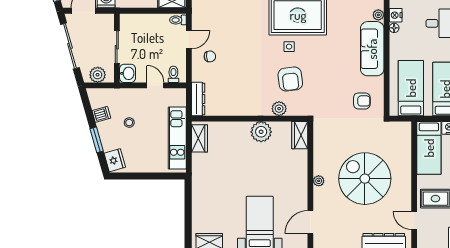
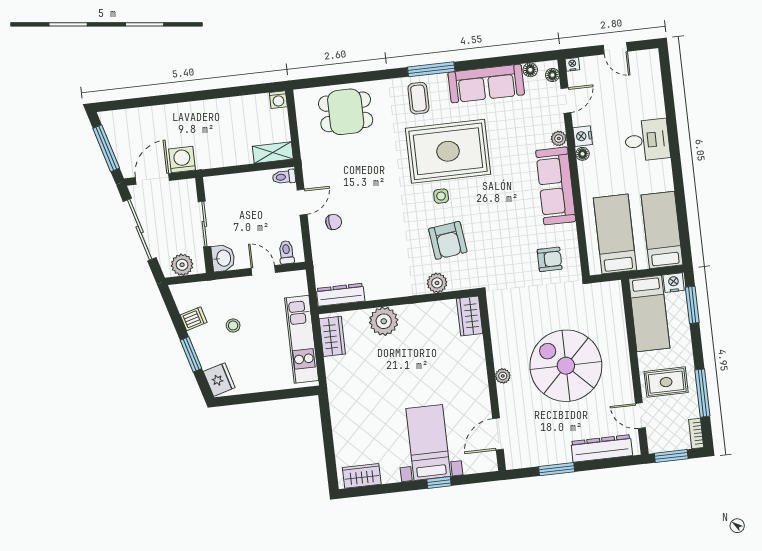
dresser: (198, 99) -> (341, 295), moved, turned -90
plant: (261, 132) -> (384, 321), moved

